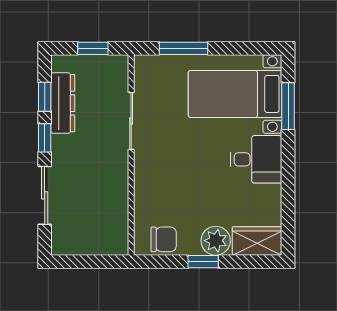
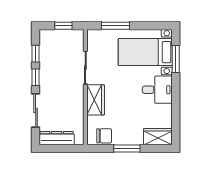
dresser: (63, 103) -> (57, 138), moved, turned -90
wardrobe: (149, 177) -> (96, 100), added
plant: (216, 241) -> (134, 137), removed
window: (203, 262) -> (127, 149), width x1.50

